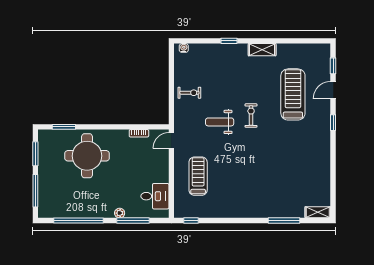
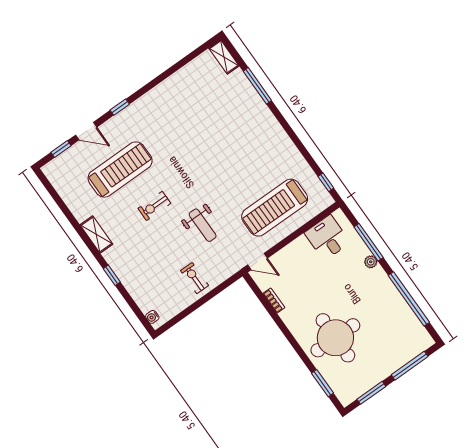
treadmill: (293, 94) -> (120, 170), turned 180
exercise bike: (251, 116) -> (154, 206), moved
treadmill: (198, 176) -> (275, 208), width x1.37, depth x1.38

